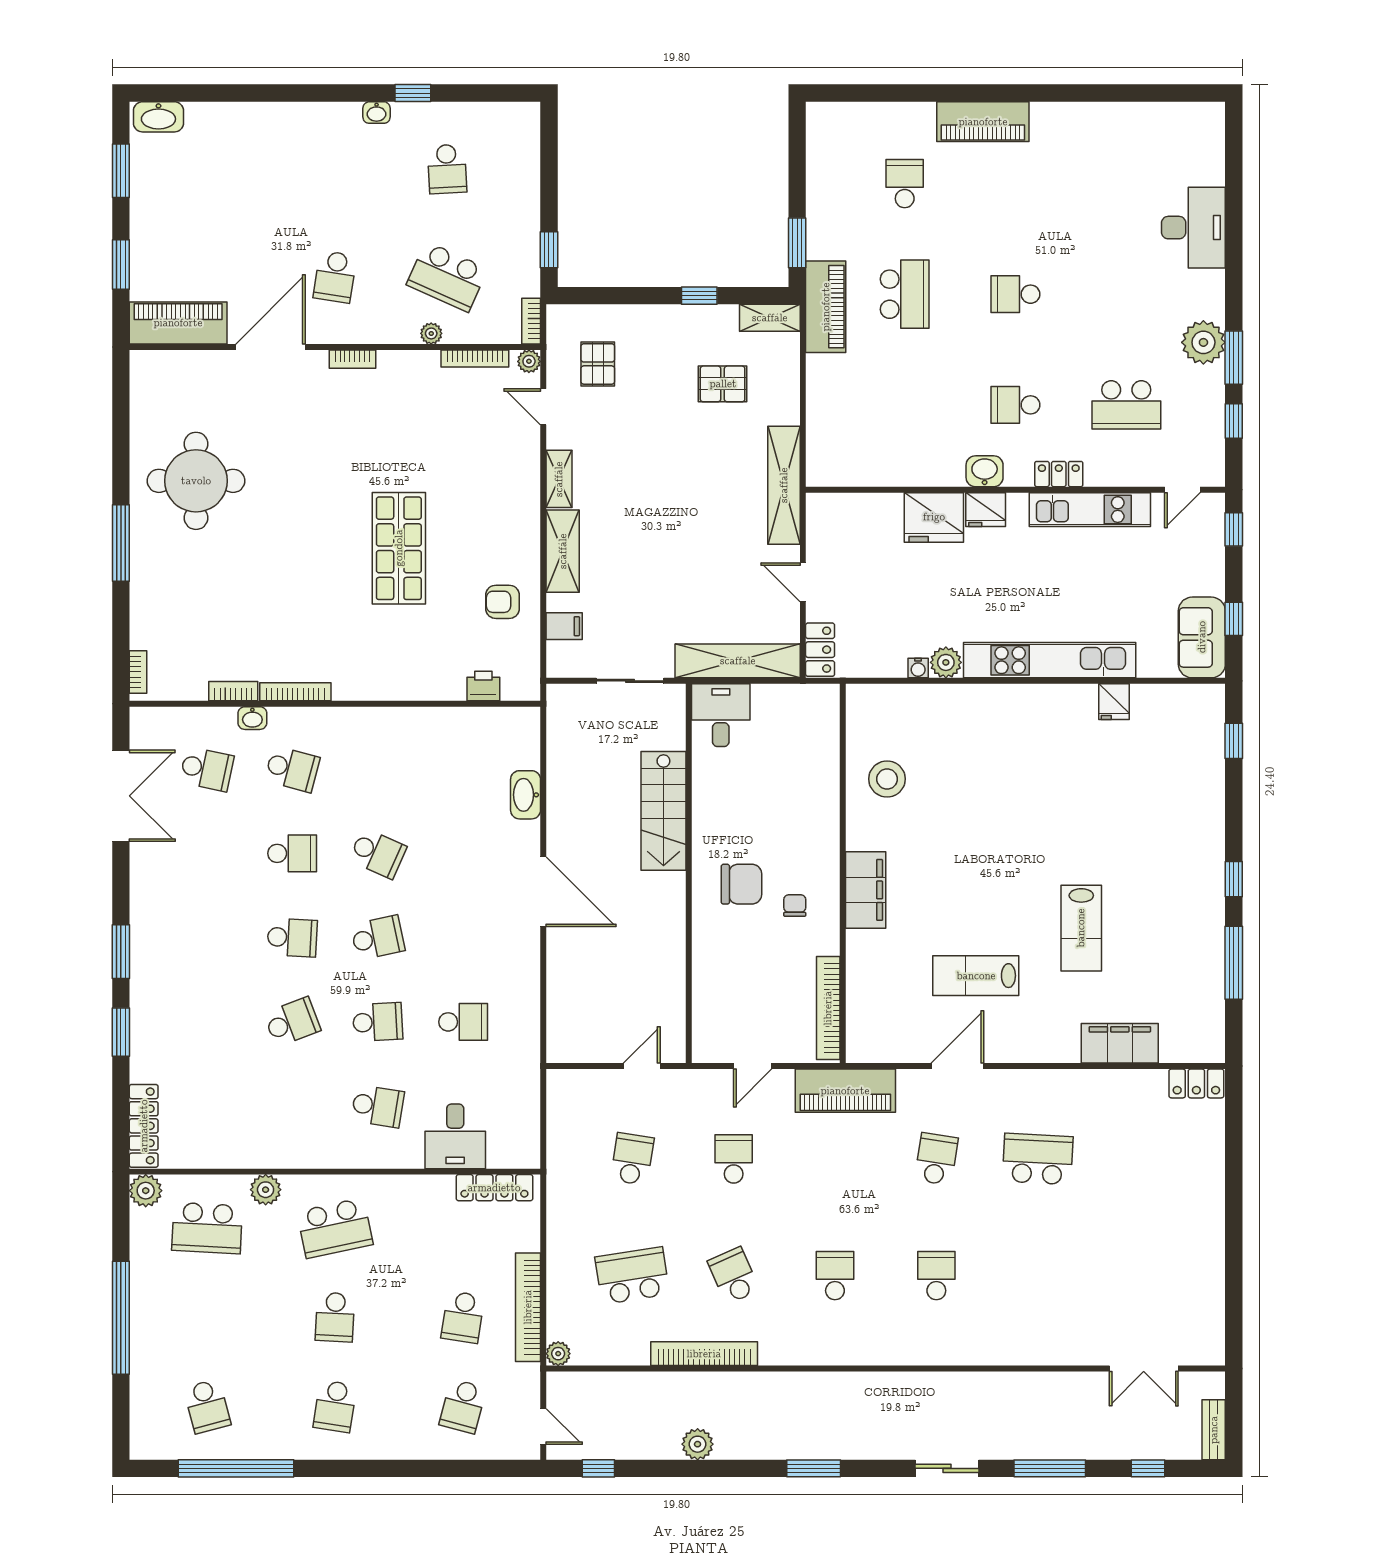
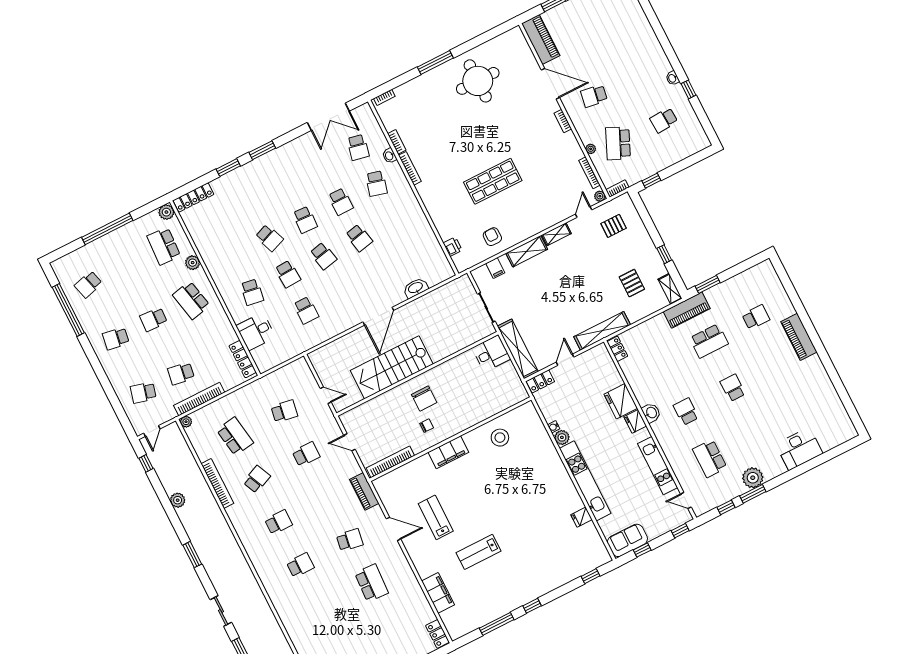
locker: (1059, 474) -> (617, 349), moved
stairs: (663, 811) -> (392, 367), moved, width x1.36, depth x1.51
school desk: (378, 853) -> (359, 238), turned -36
piano: (845, 1091) -> (364, 491), width x0.73, depth x0.75

